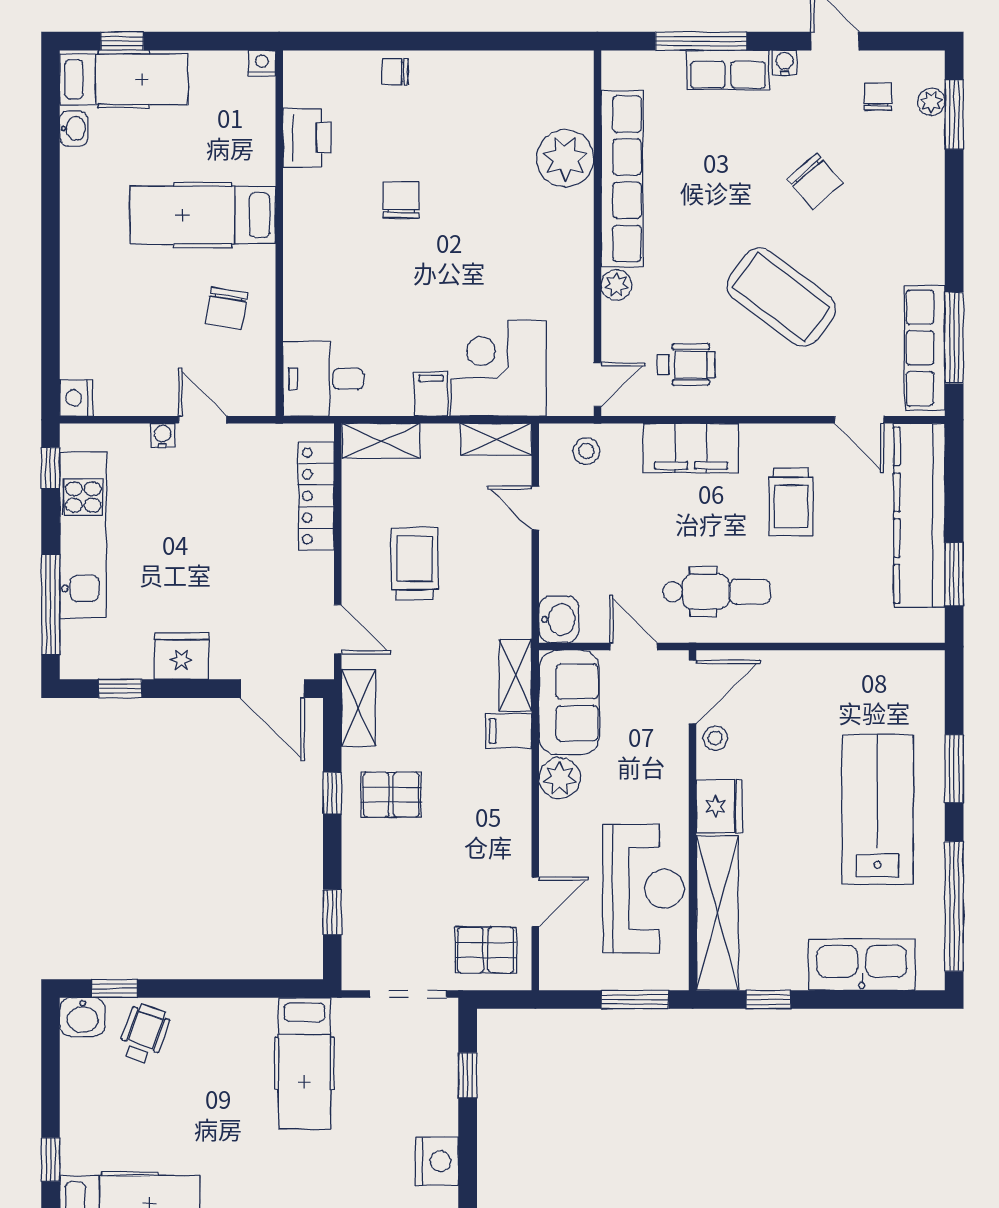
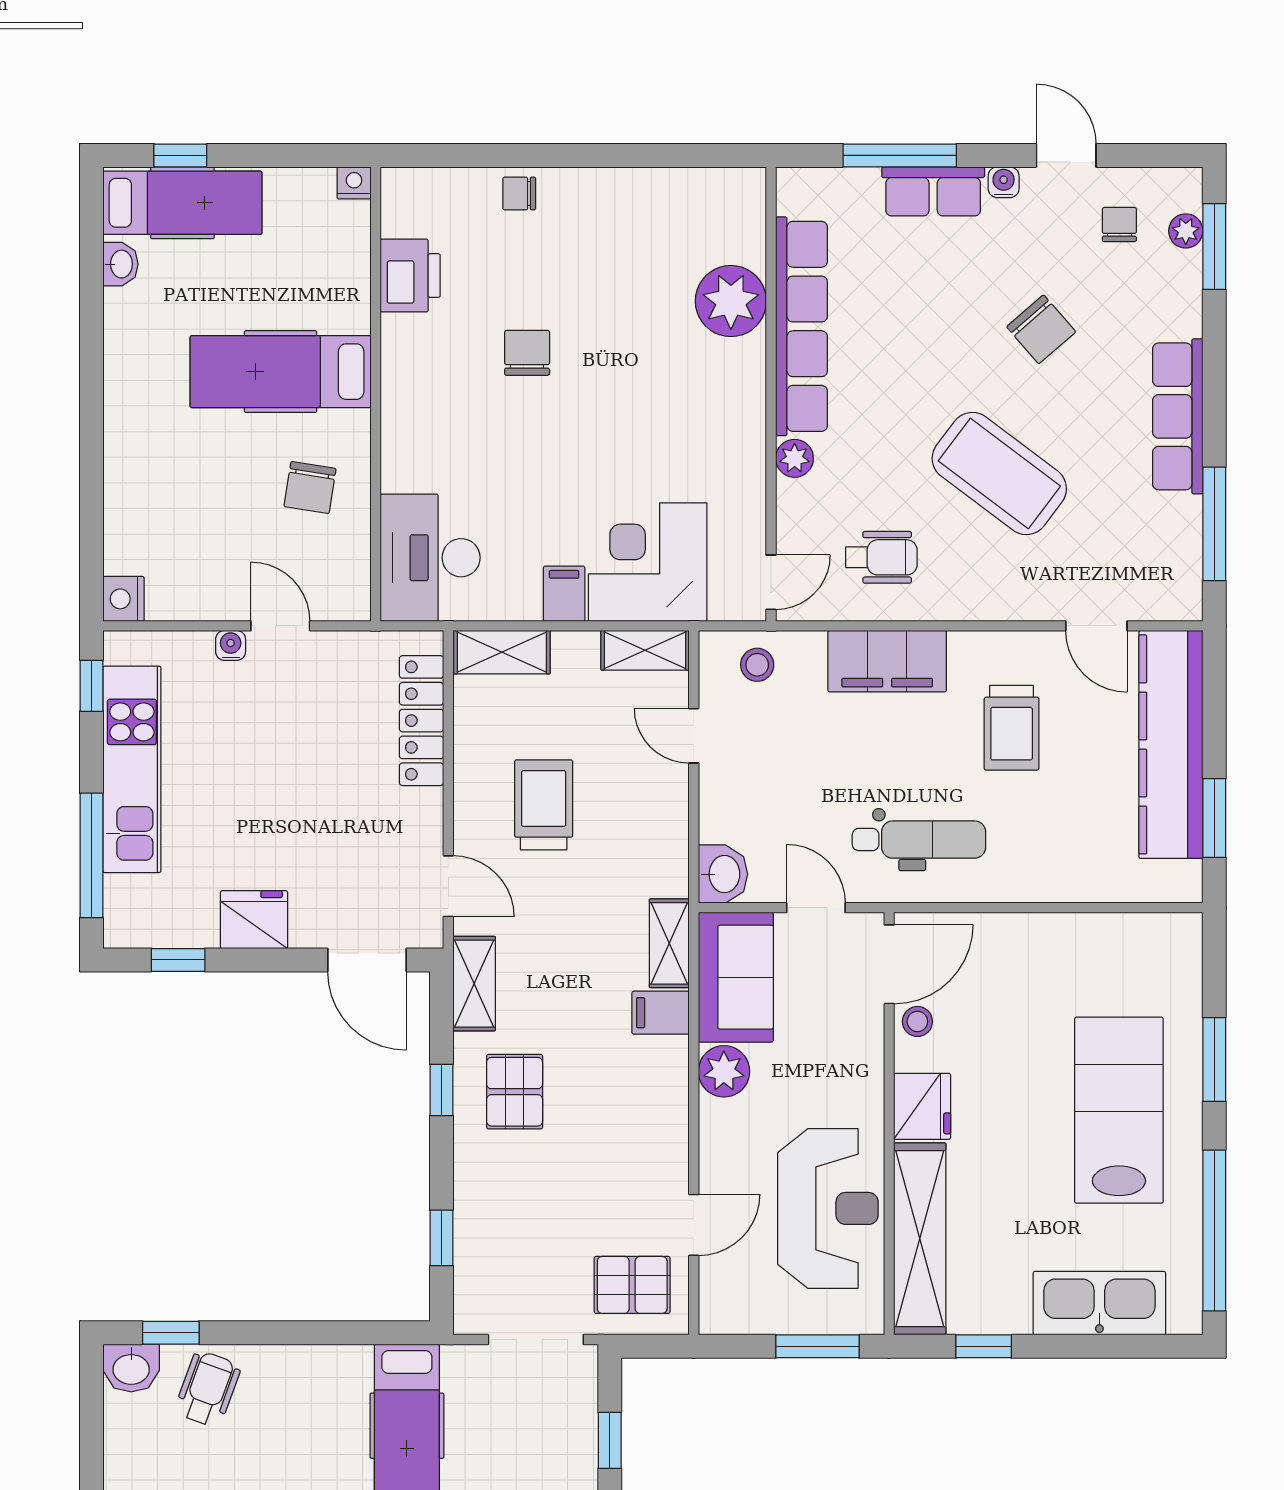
row of seats: (925, 348) -> (1178, 416), moved
desk: (323, 379) -> (430, 558), width x1.37
pallet: (391, 795) -> (515, 1092), turned 90

